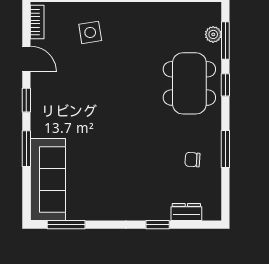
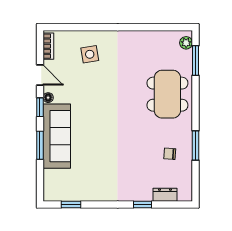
plant: (213, 34) -> (186, 43), moved
window: (225, 85) -> (196, 95), removed
floor lamp: (37, 88) -> (48, 98), added
sofa: (48, 179) -> (57, 136), moved
window: (66, 225) -> (71, 205), width x0.67

